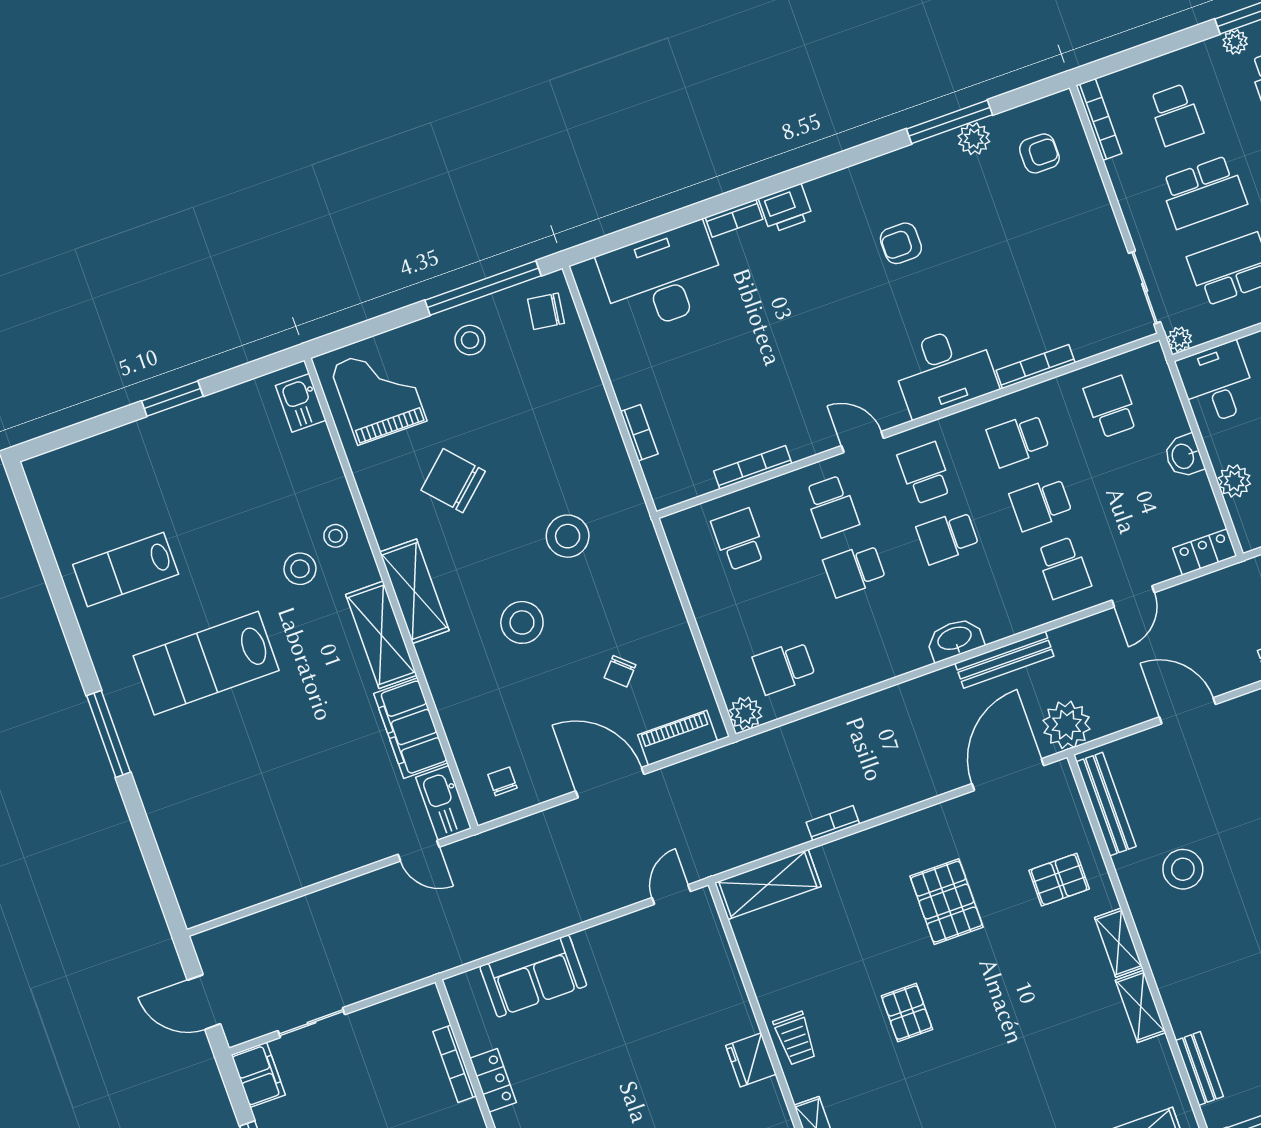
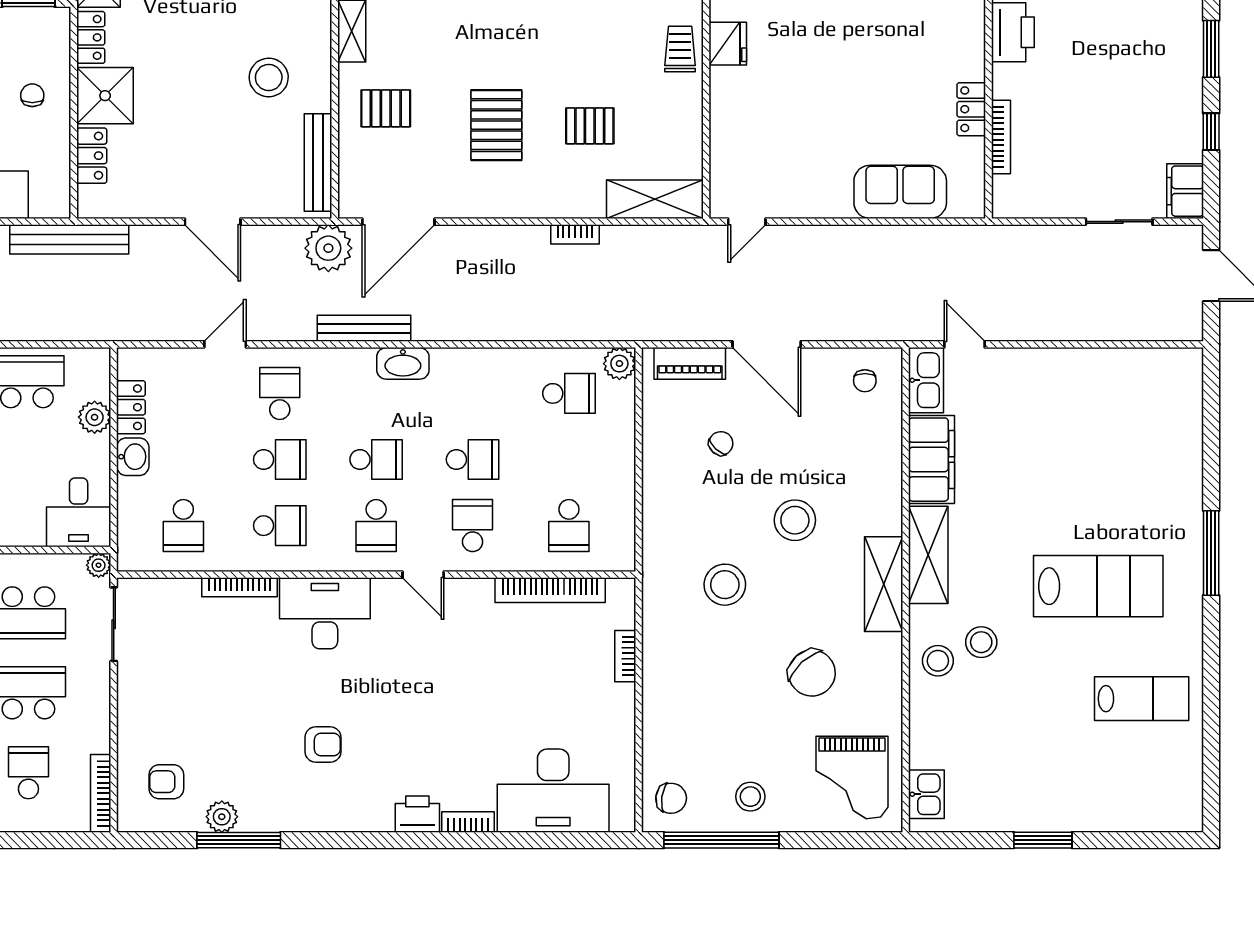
bookcase: (753, 467) -> (550, 590), width x1.48, depth x1.31
stool: (335, 536) -> (938, 661), width x1.37, depth x1.37
locker: (1205, 552) -> (131, 407), moved, turned -90
pallet: (907, 1013) -> (590, 126), moved, turned 90

